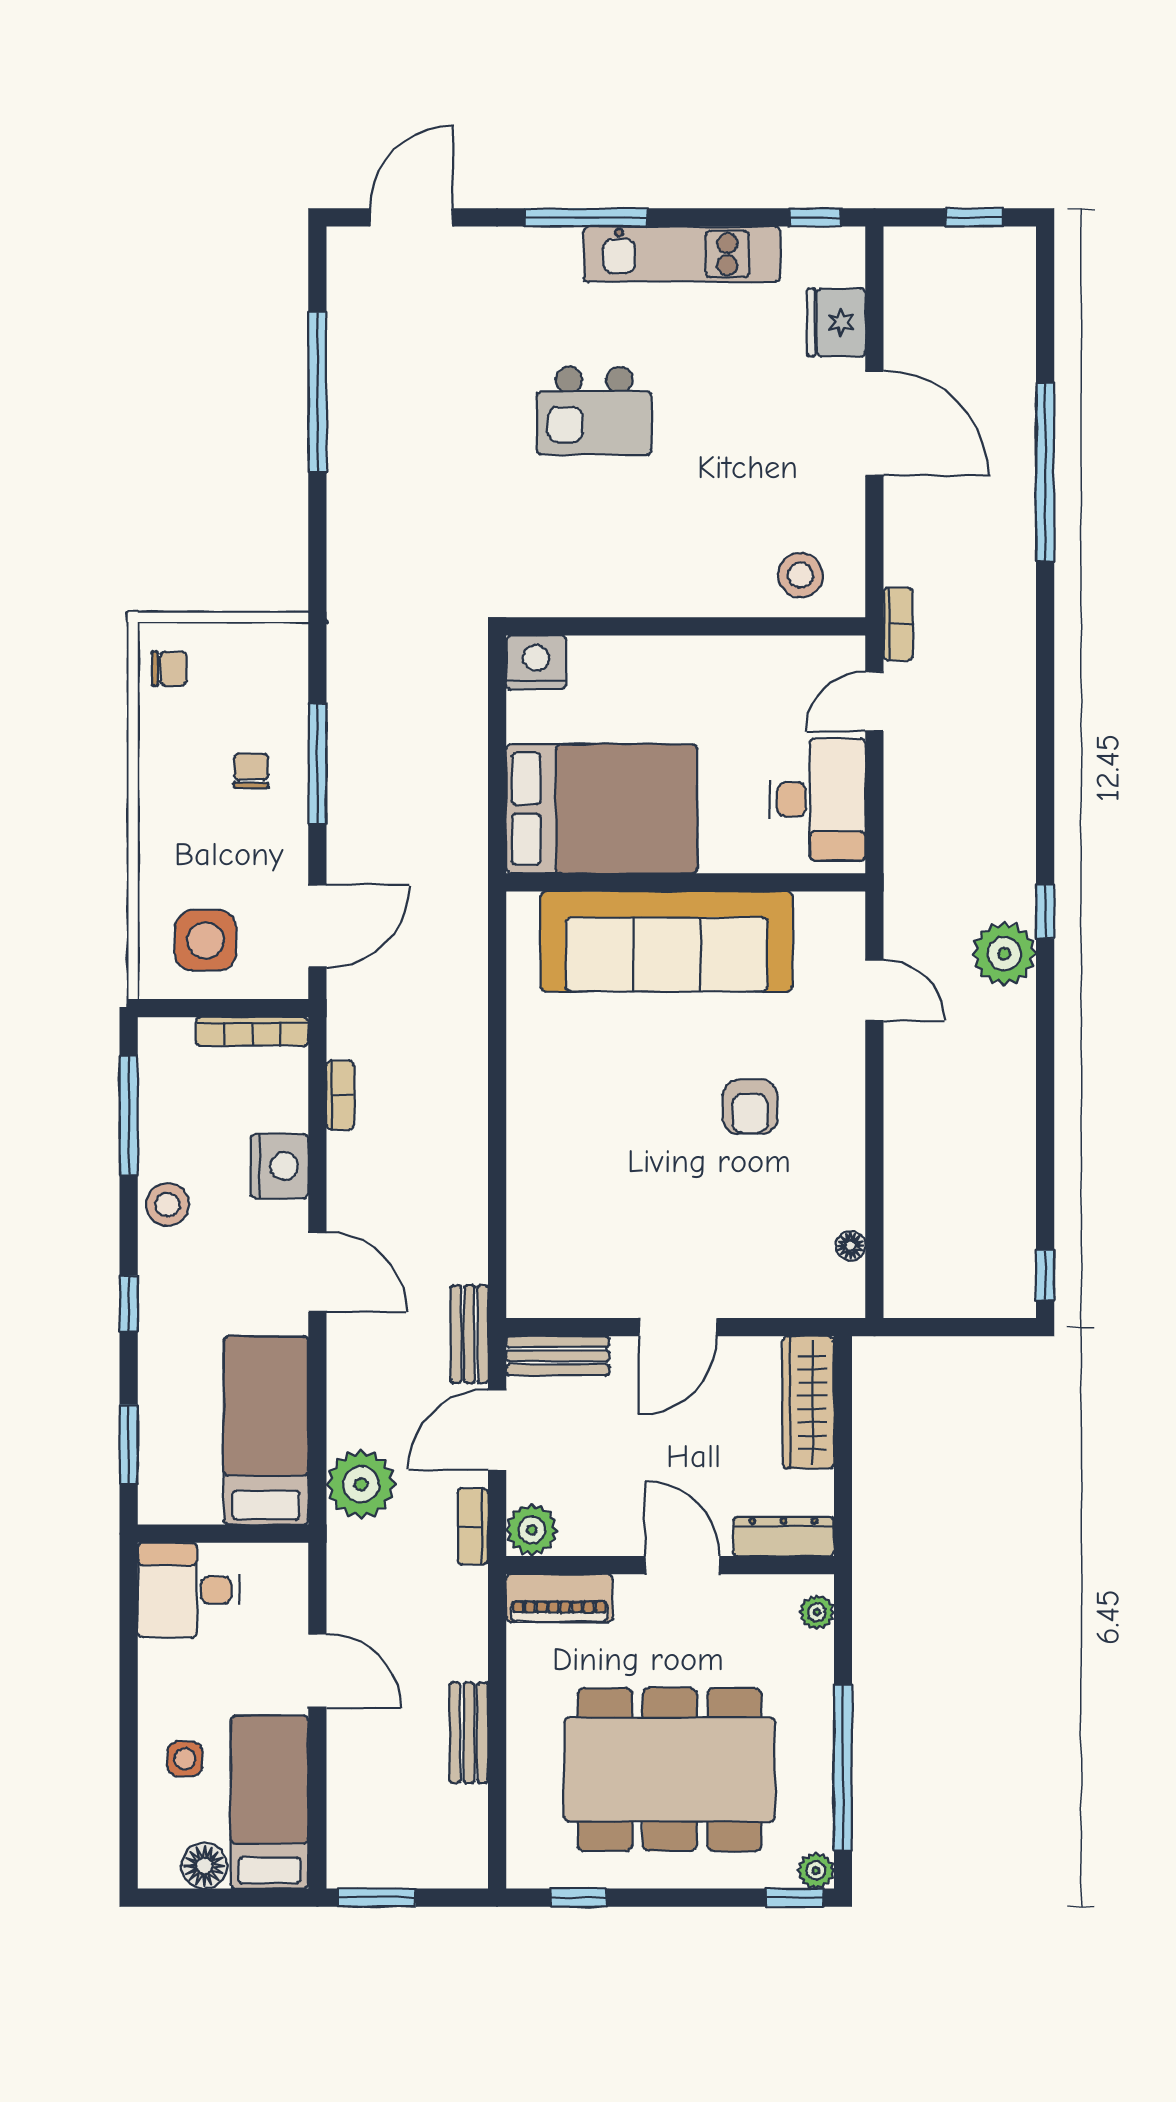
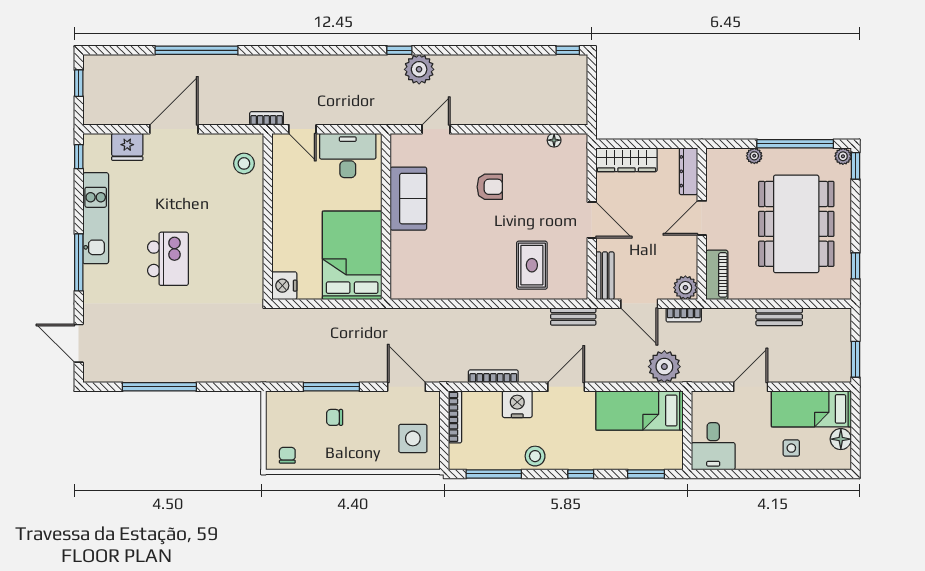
sofa: (667, 941) -> (408, 199), width x0.54, depth x0.79
bookcase: (340, 1095) -> (493, 376), width x1.56
rug: (580, 1198) -> (532, 265), added
bench: (469, 1334) -> (573, 316), moved
plant: (817, 1612) -> (754, 156), moved

